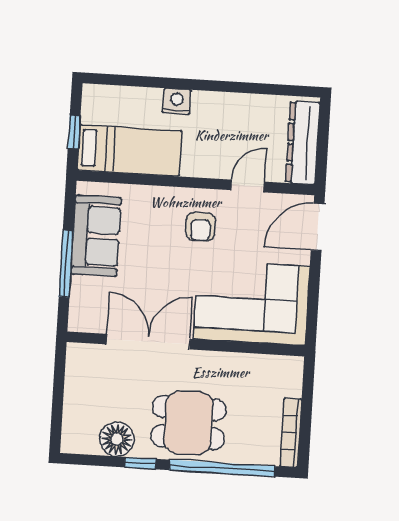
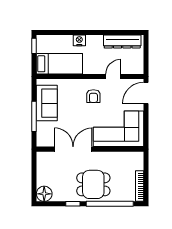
window: (74, 132) -> (34, 46), moved
dresser: (303, 143) -> (122, 42), moved, turned -90
floor lamp: (117, 439) -> (44, 194), moved

